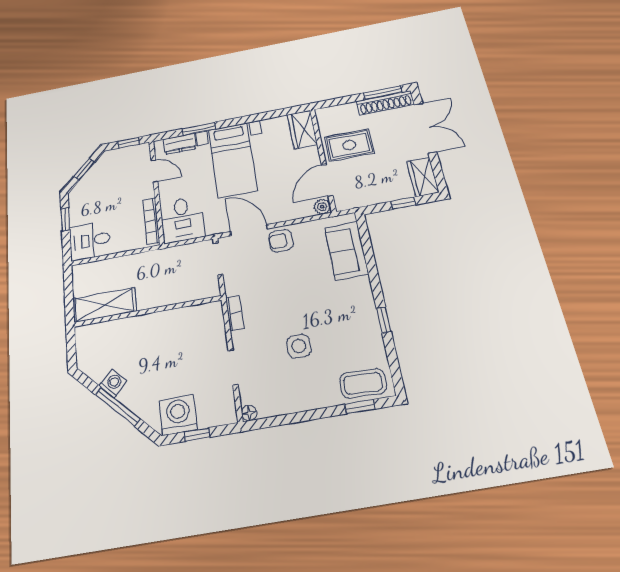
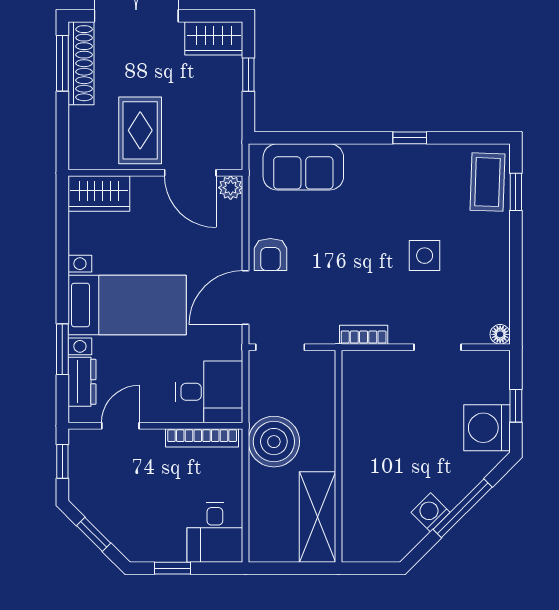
boiler: (153, 267) -> (274, 442), added

